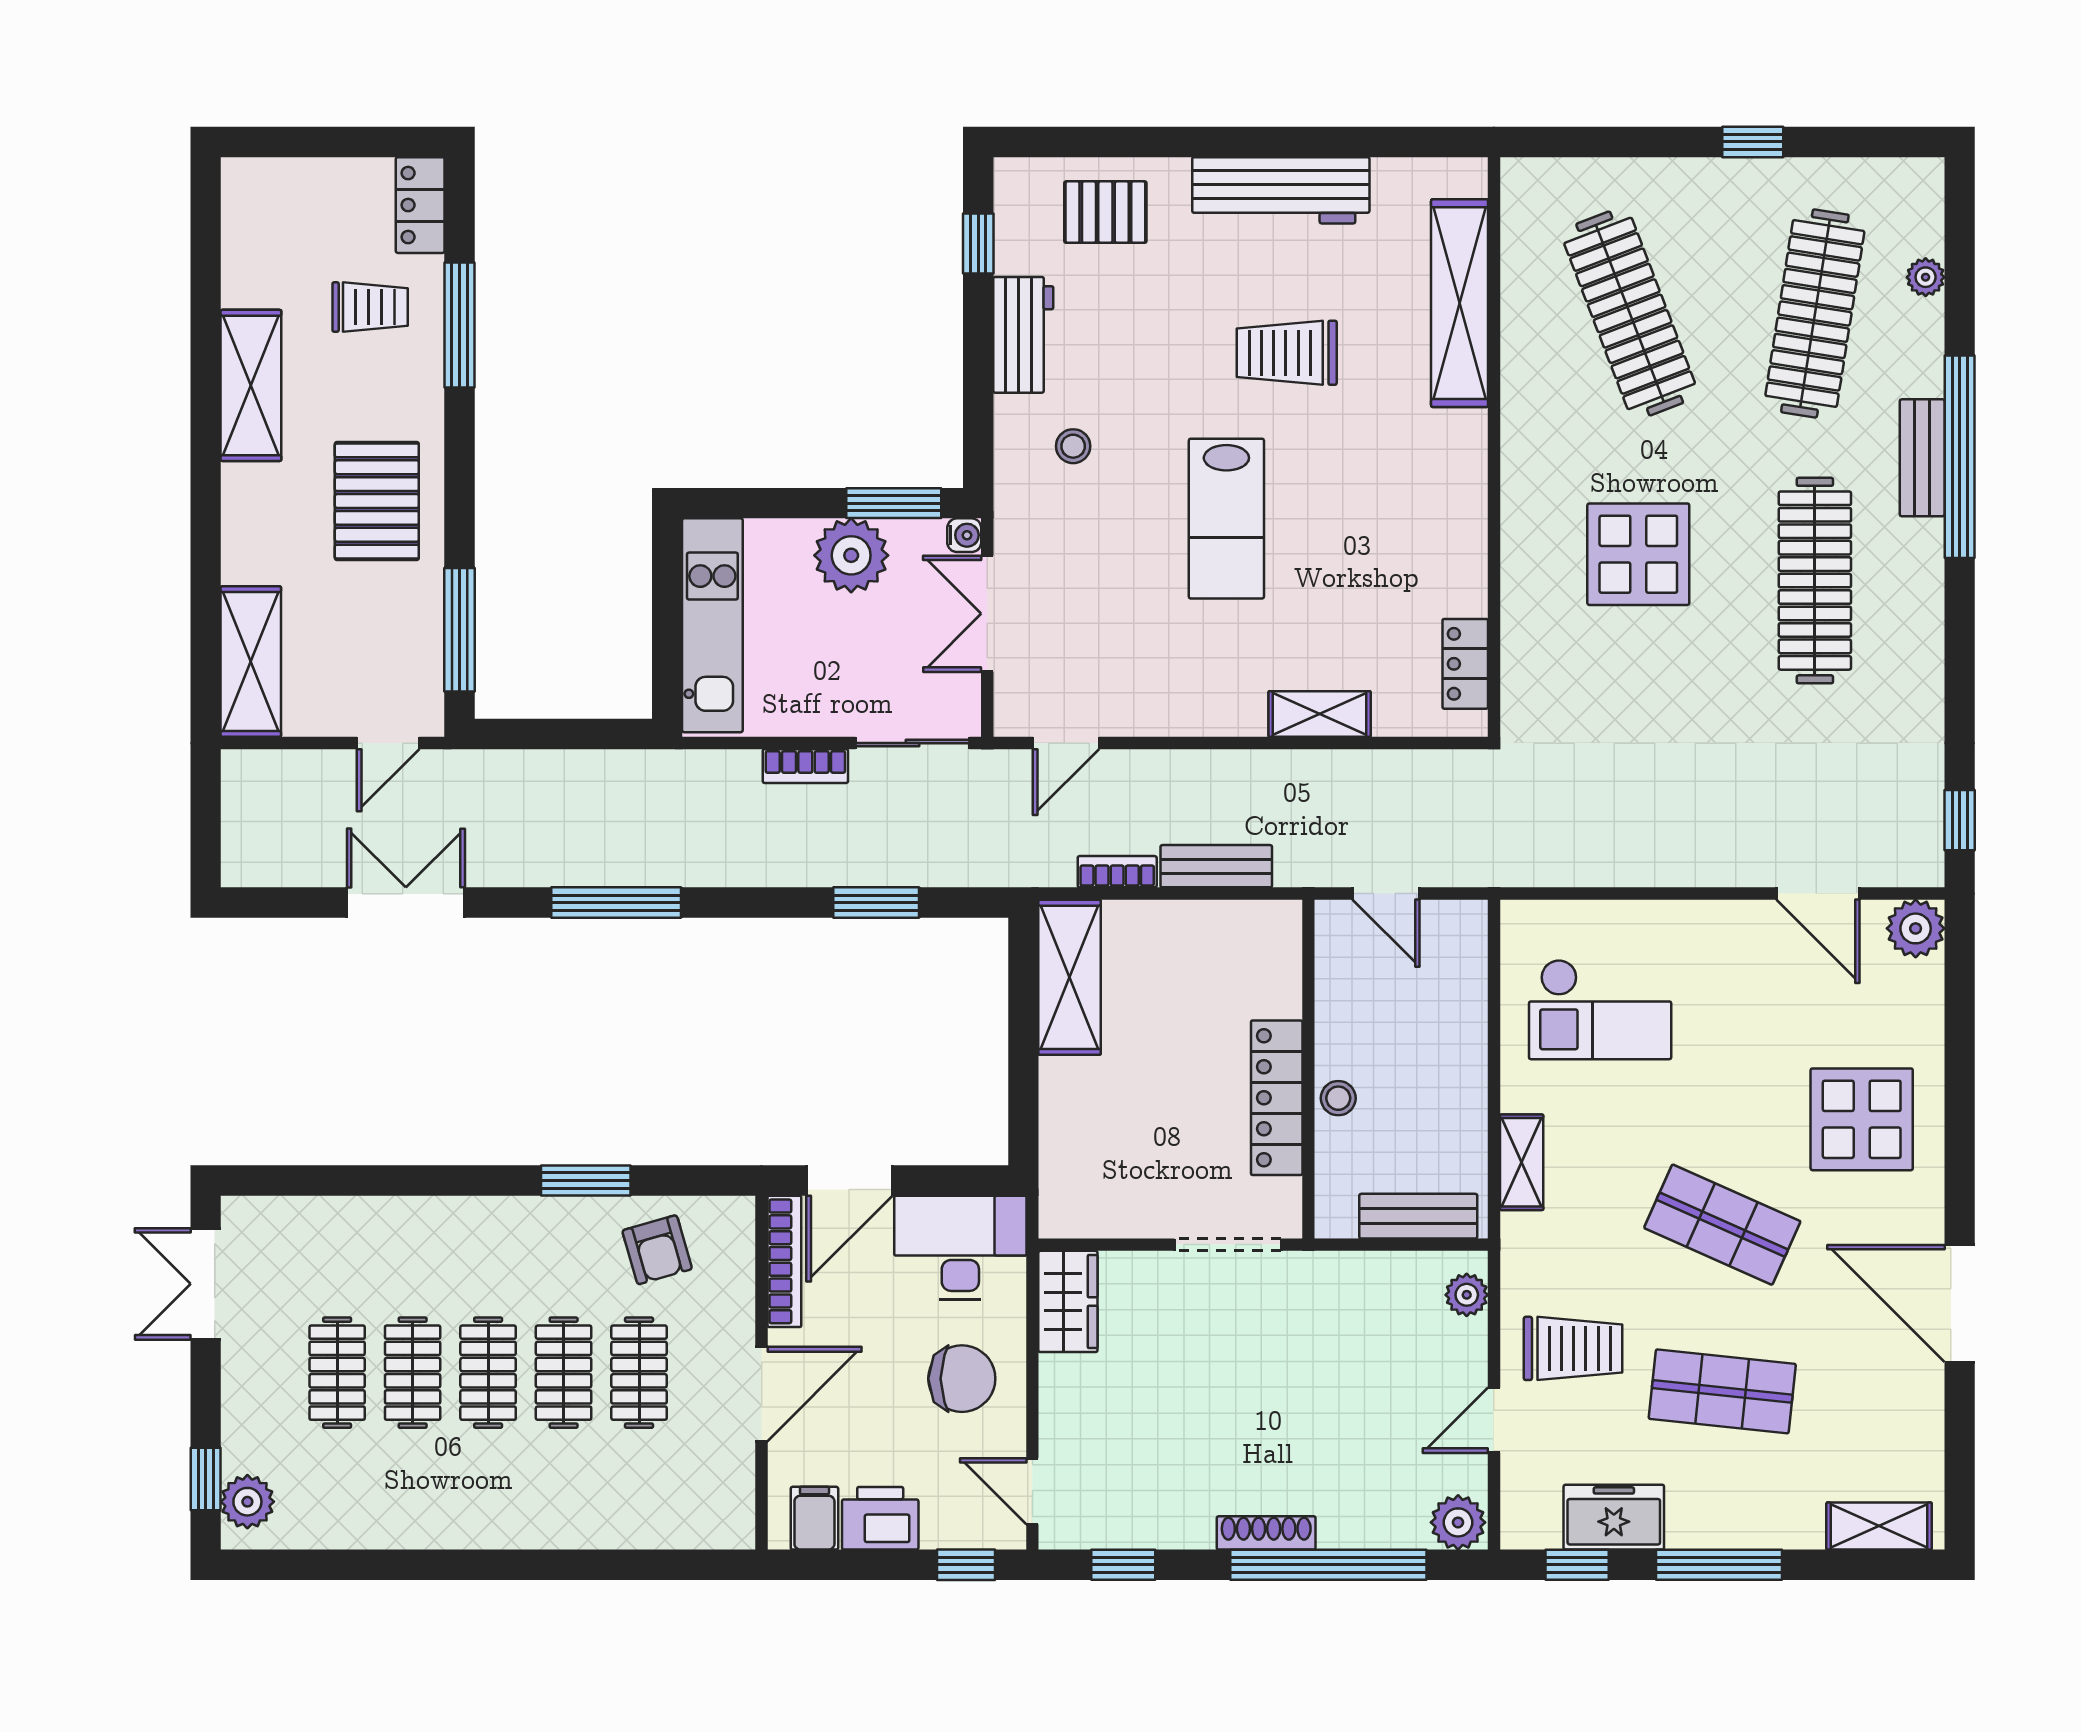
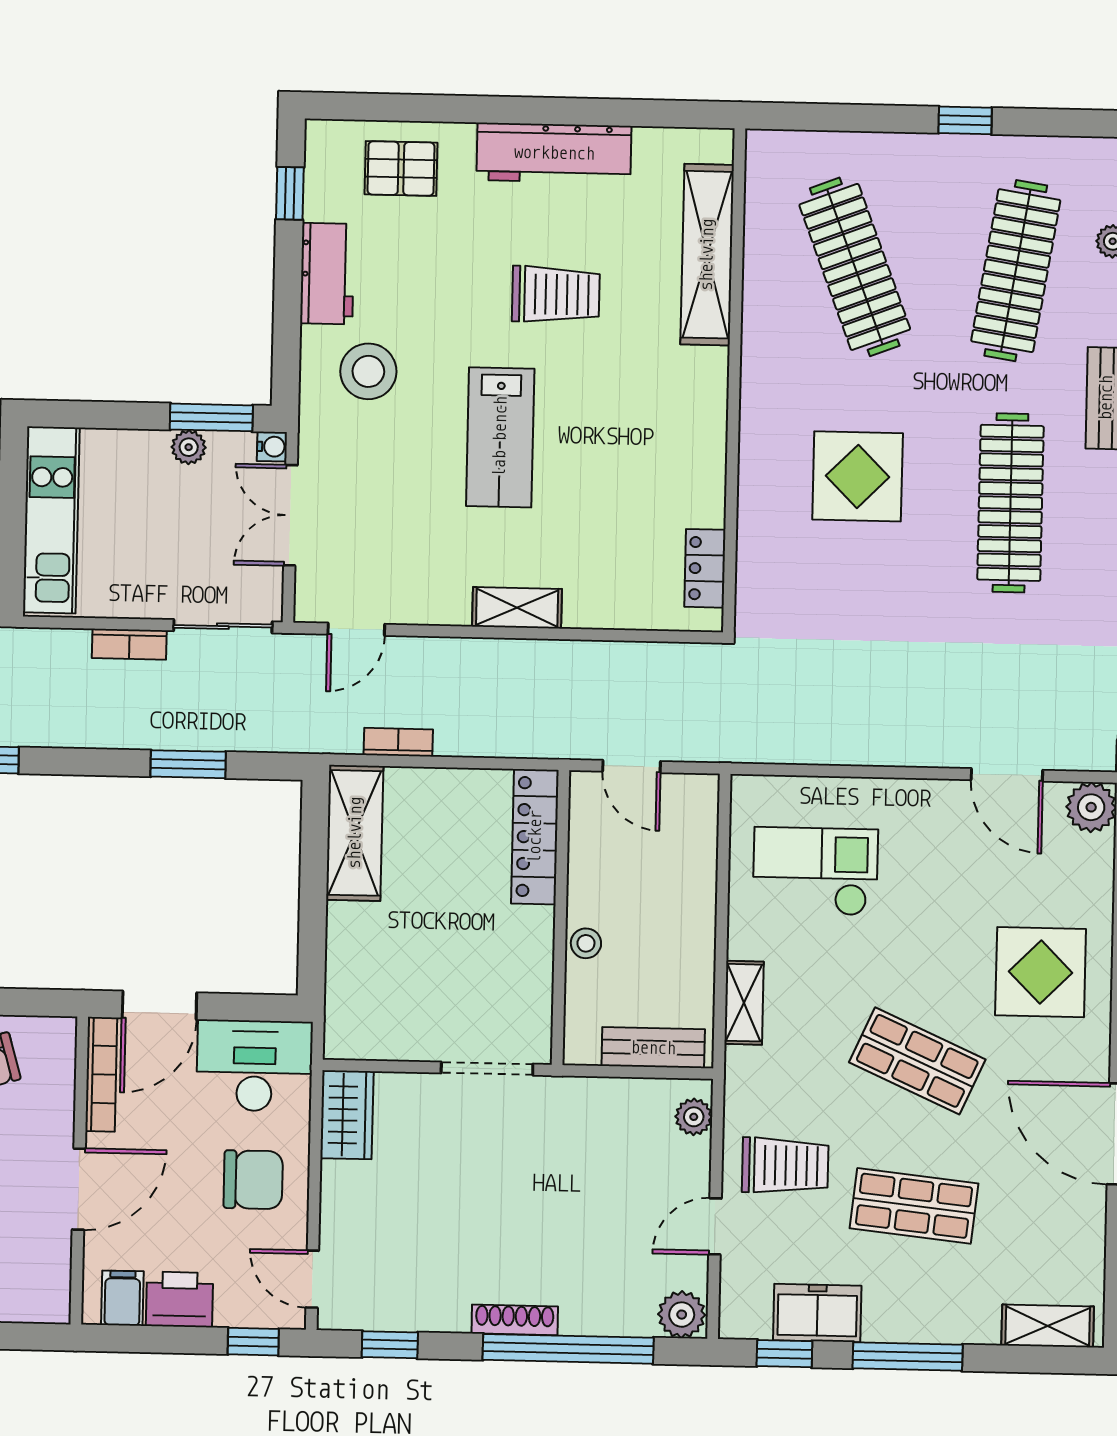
trolley: (1287, 353) -> (556, 294), turned 180
stool: (1073, 446) -> (368, 371), width x1.89, depth x1.89
plant: (851, 555) -> (189, 447), width x0.53, depth x0.53
shelving: (1320, 714) -> (517, 608), moved
bench: (1216, 866) -> (484, 739), removed
checkout: (1600, 1009) -> (815, 871), turned 180
locker: (1277, 1098) -> (535, 837), moved

